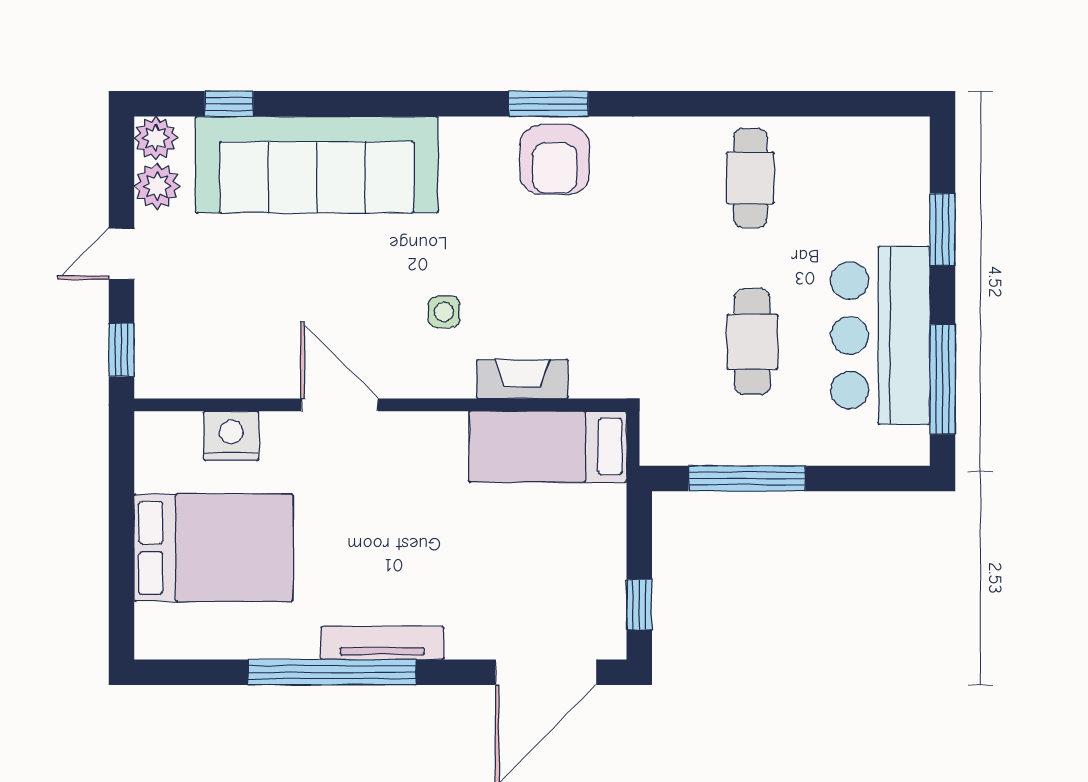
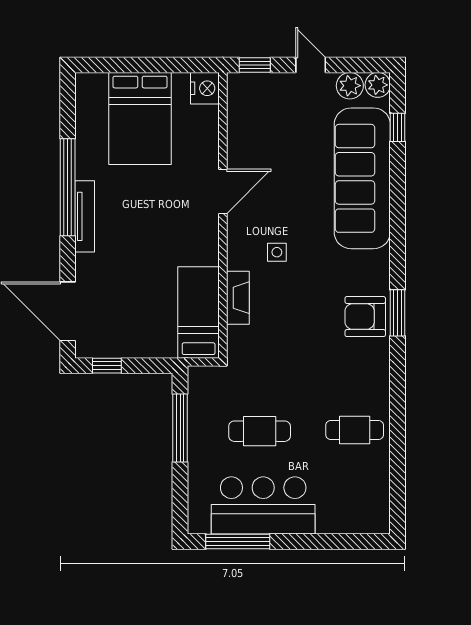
window: (942, 229) -> (325, 542), removed
nightstand: (231, 436) -> (205, 88), moved

